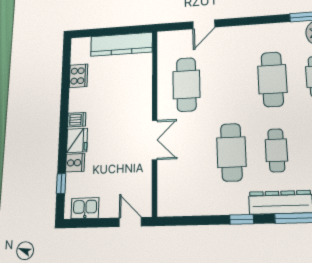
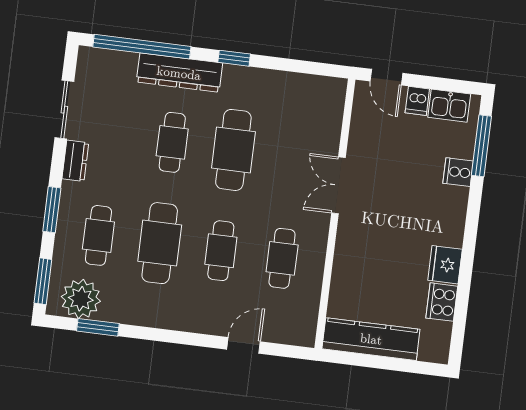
cafe table: (229, 82) -> (221, 251), added
cafe table: (186, 84) -> (282, 258), width x0.73, depth x0.74
dishwasher: (77, 120) -> (417, 101), moved, turned -90
fridge: (77, 140) -> (445, 265), moved
window: (61, 183) -> (481, 146), width x2.17

